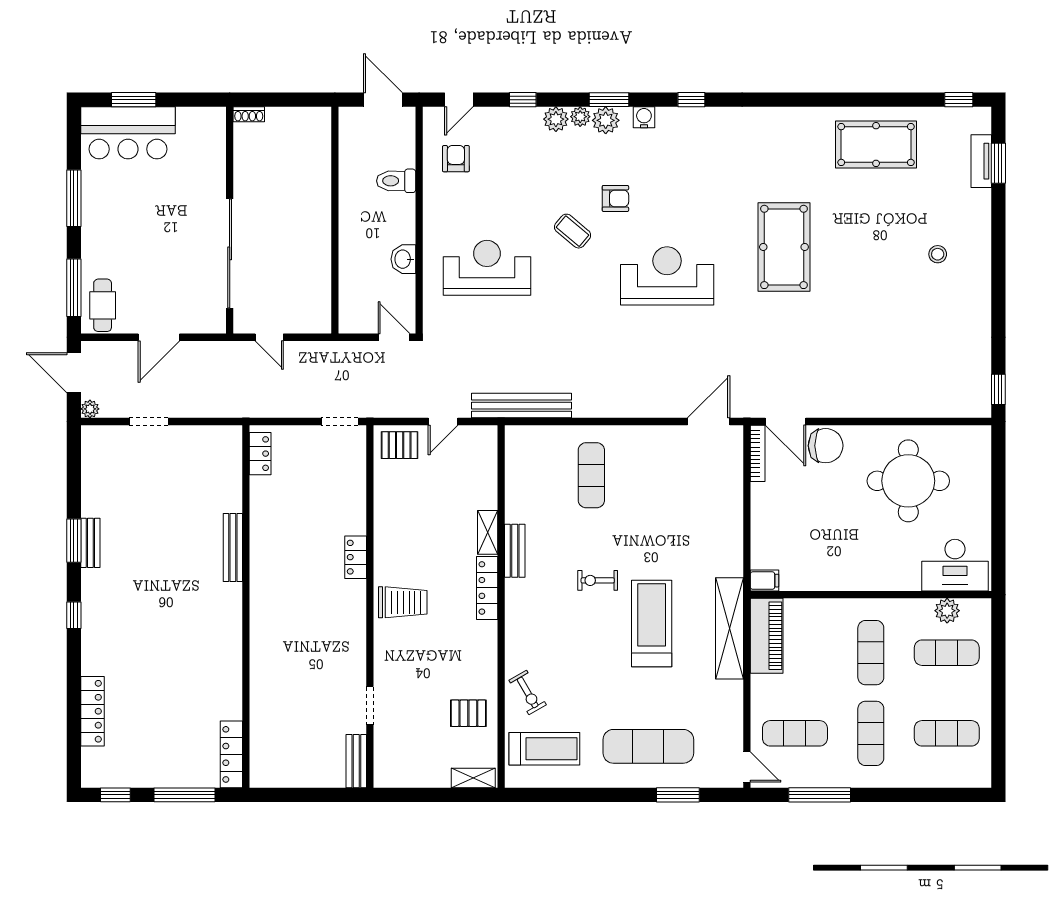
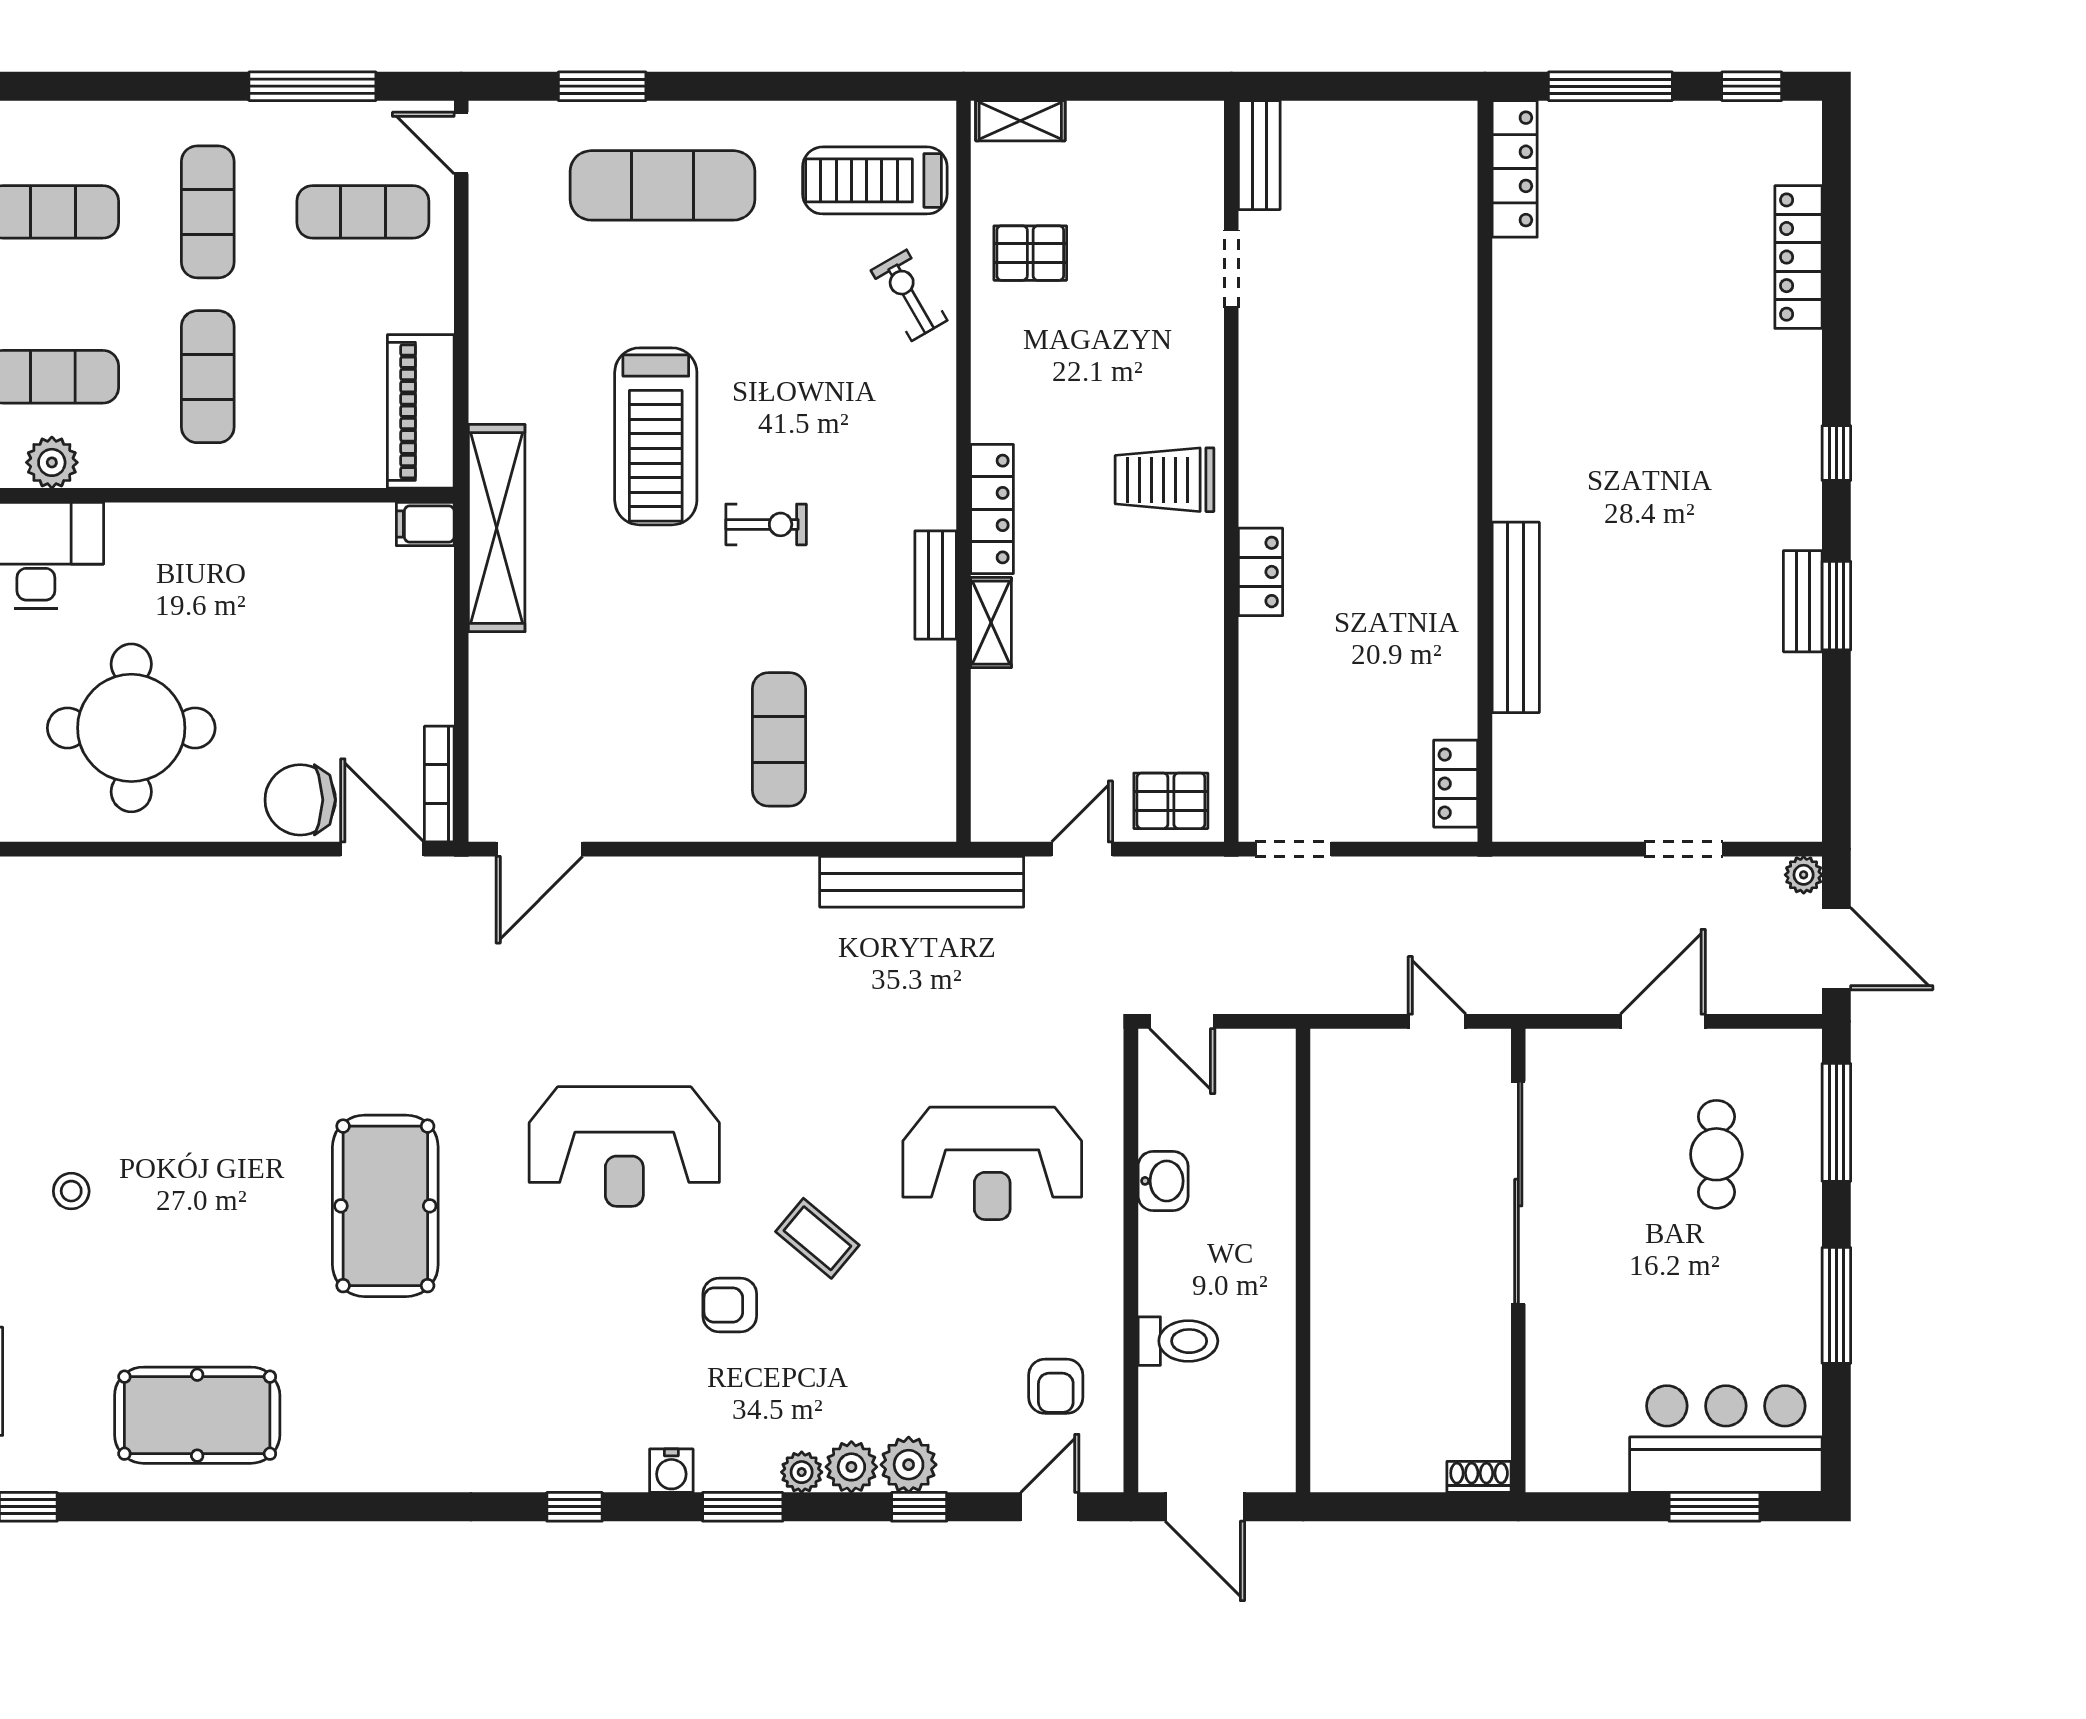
plant: (606, 120) -> (909, 1465), moved
cafe table: (103, 305) -> (1716, 1154), moved
bench: (233, 547) -> (1516, 617), width x1.37, depth x1.21
shelving: (729, 628) -> (497, 528), moved

